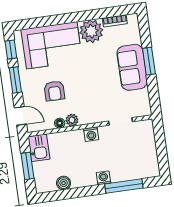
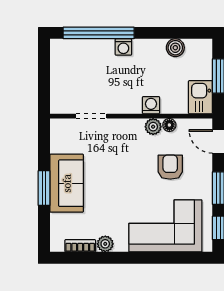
plant: (91, 31) -> (105, 244), width x0.53, depth x0.53
washing machine: (91, 134) -> (151, 105), moved
window: (124, 186) -> (99, 33), width x1.46

